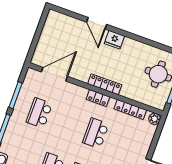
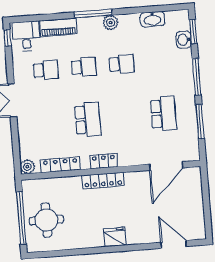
door: (97, 23) -> (174, 244), moved

